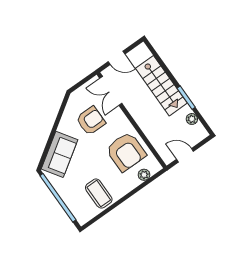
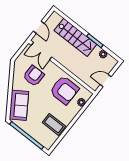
door: (116, 58) -> (39, 27), hinge flipped

